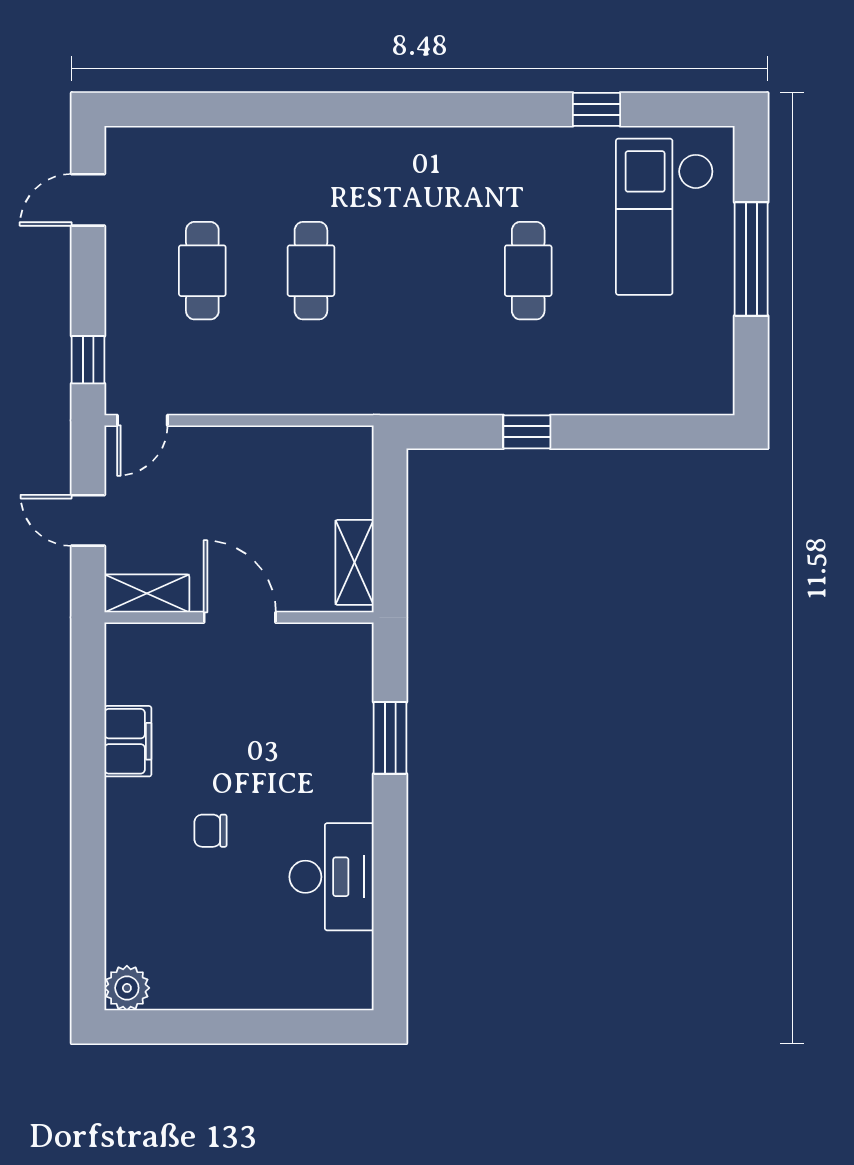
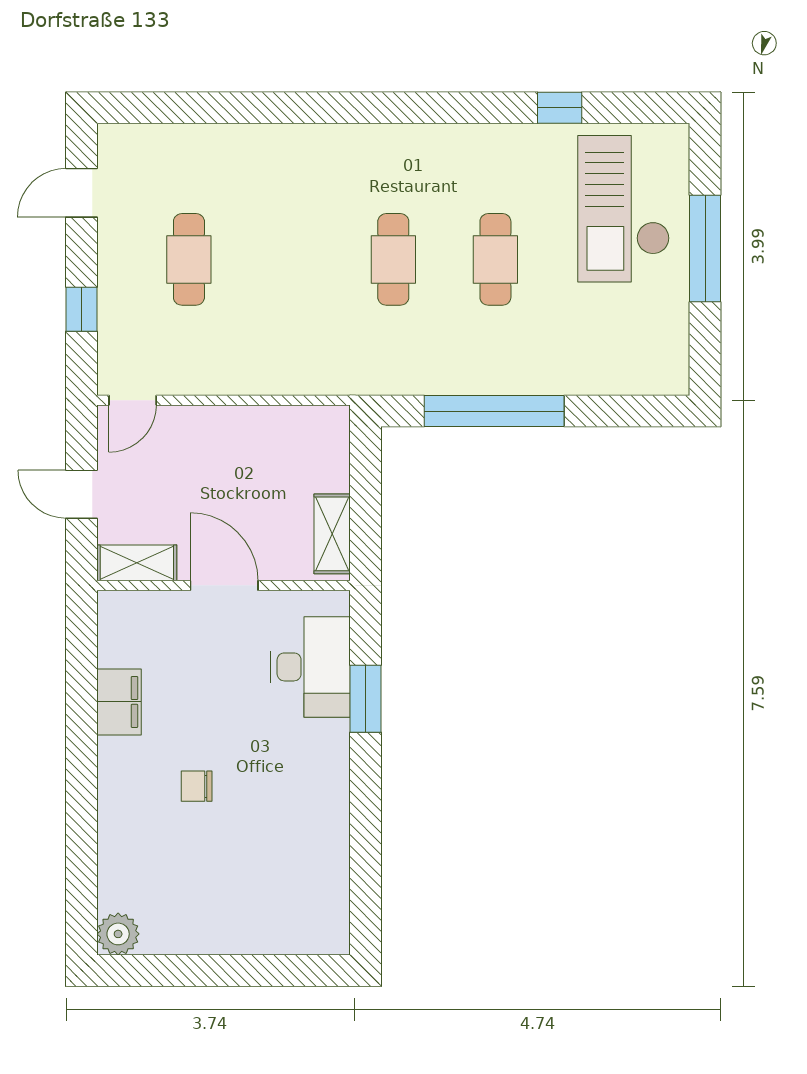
cafe table: (311, 271) -> (393, 259), moved
window: (88, 360) -> (81, 309), moved
window: (527, 432) -> (494, 411), width x3.17
desk: (332, 877) -> (310, 667), moved

